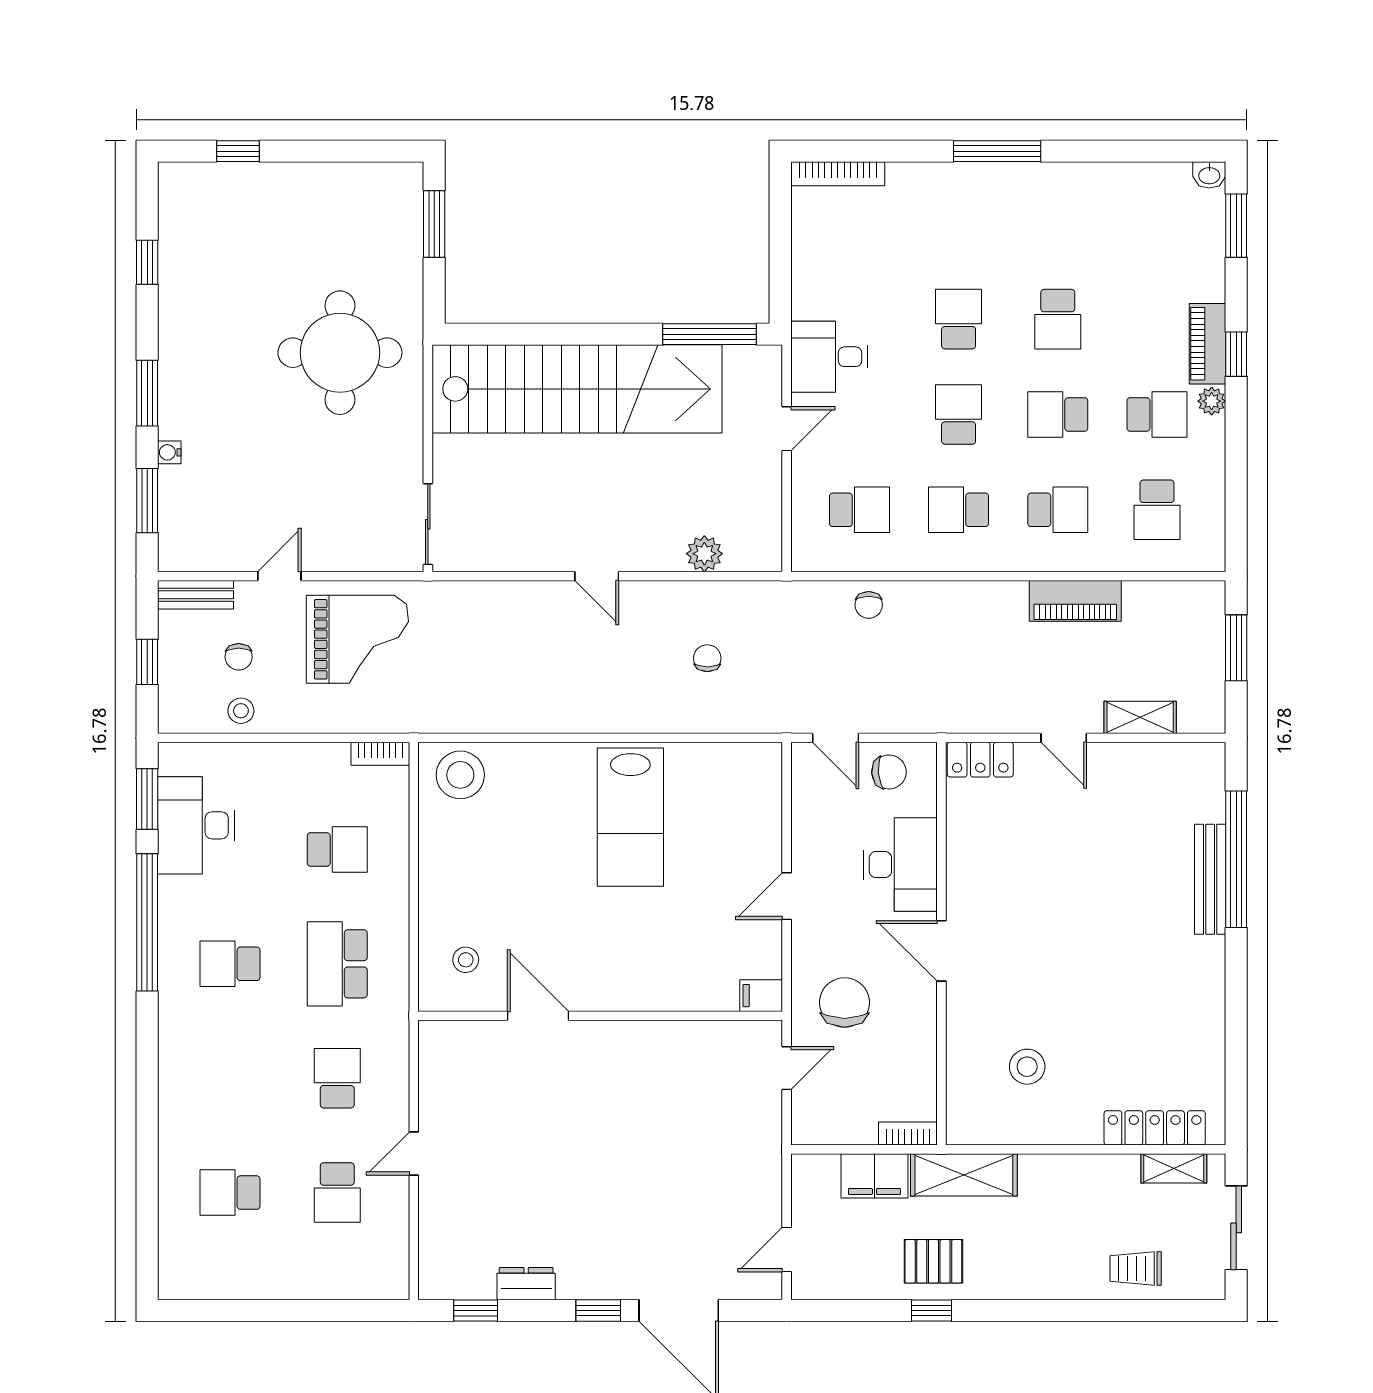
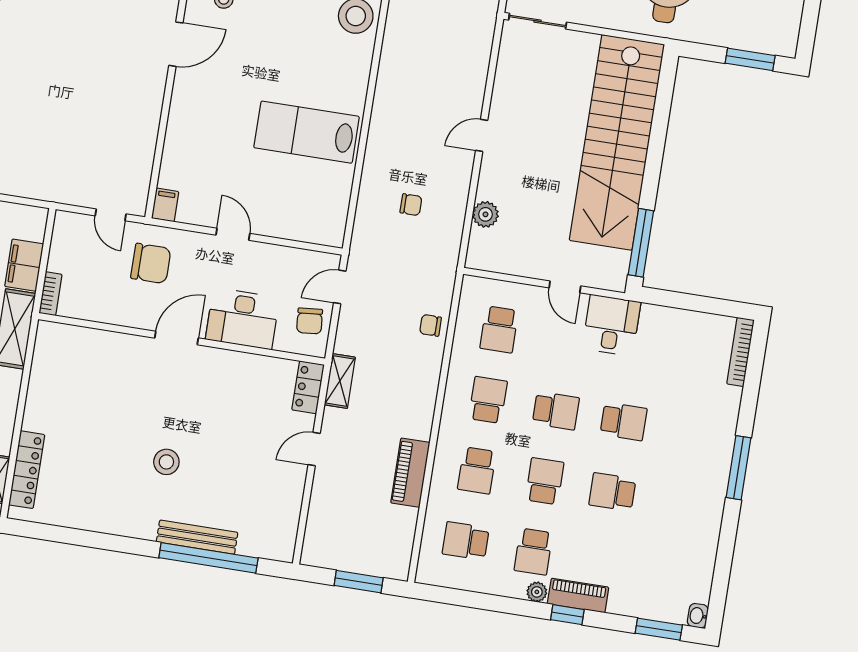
shelving: (1140, 717) -> (340, 381), moved
stool: (1027, 1067) -> (166, 462), moved

